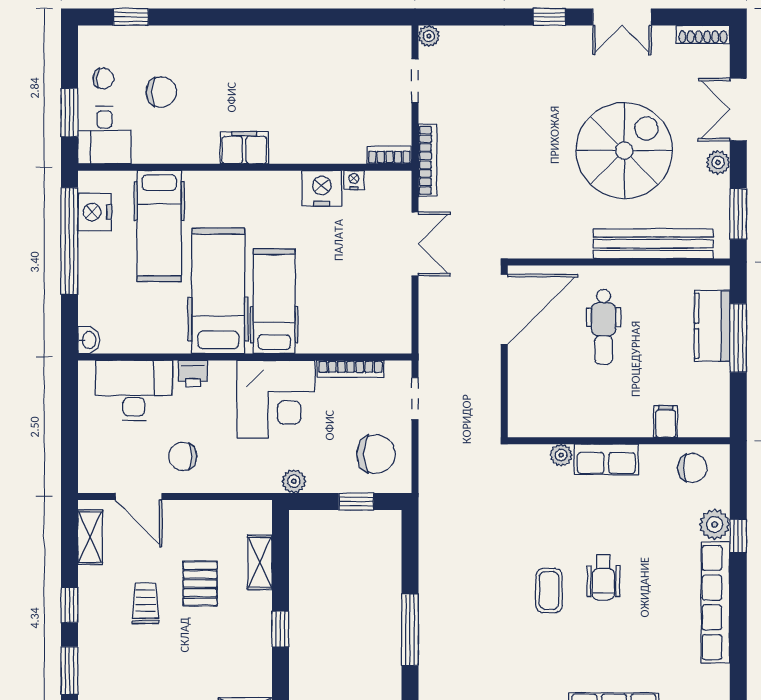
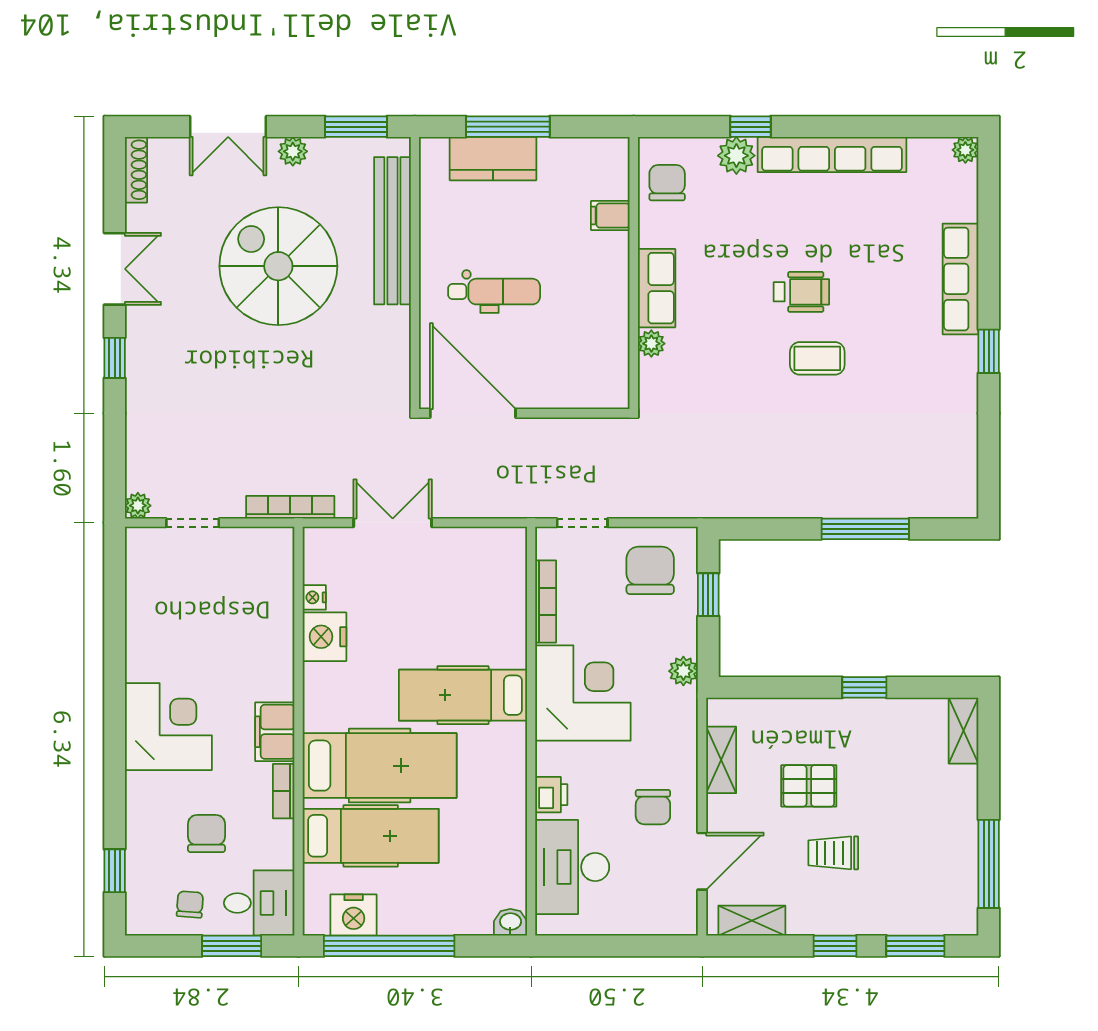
corner desk: (248, 61) -> (168, 727), added
bookcase: (389, 155) -> (284, 791), moved
hospital bed: (218, 291) -> (380, 766), moved, turned 180
shelving: (260, 562) -> (721, 760), moved, turned 90

